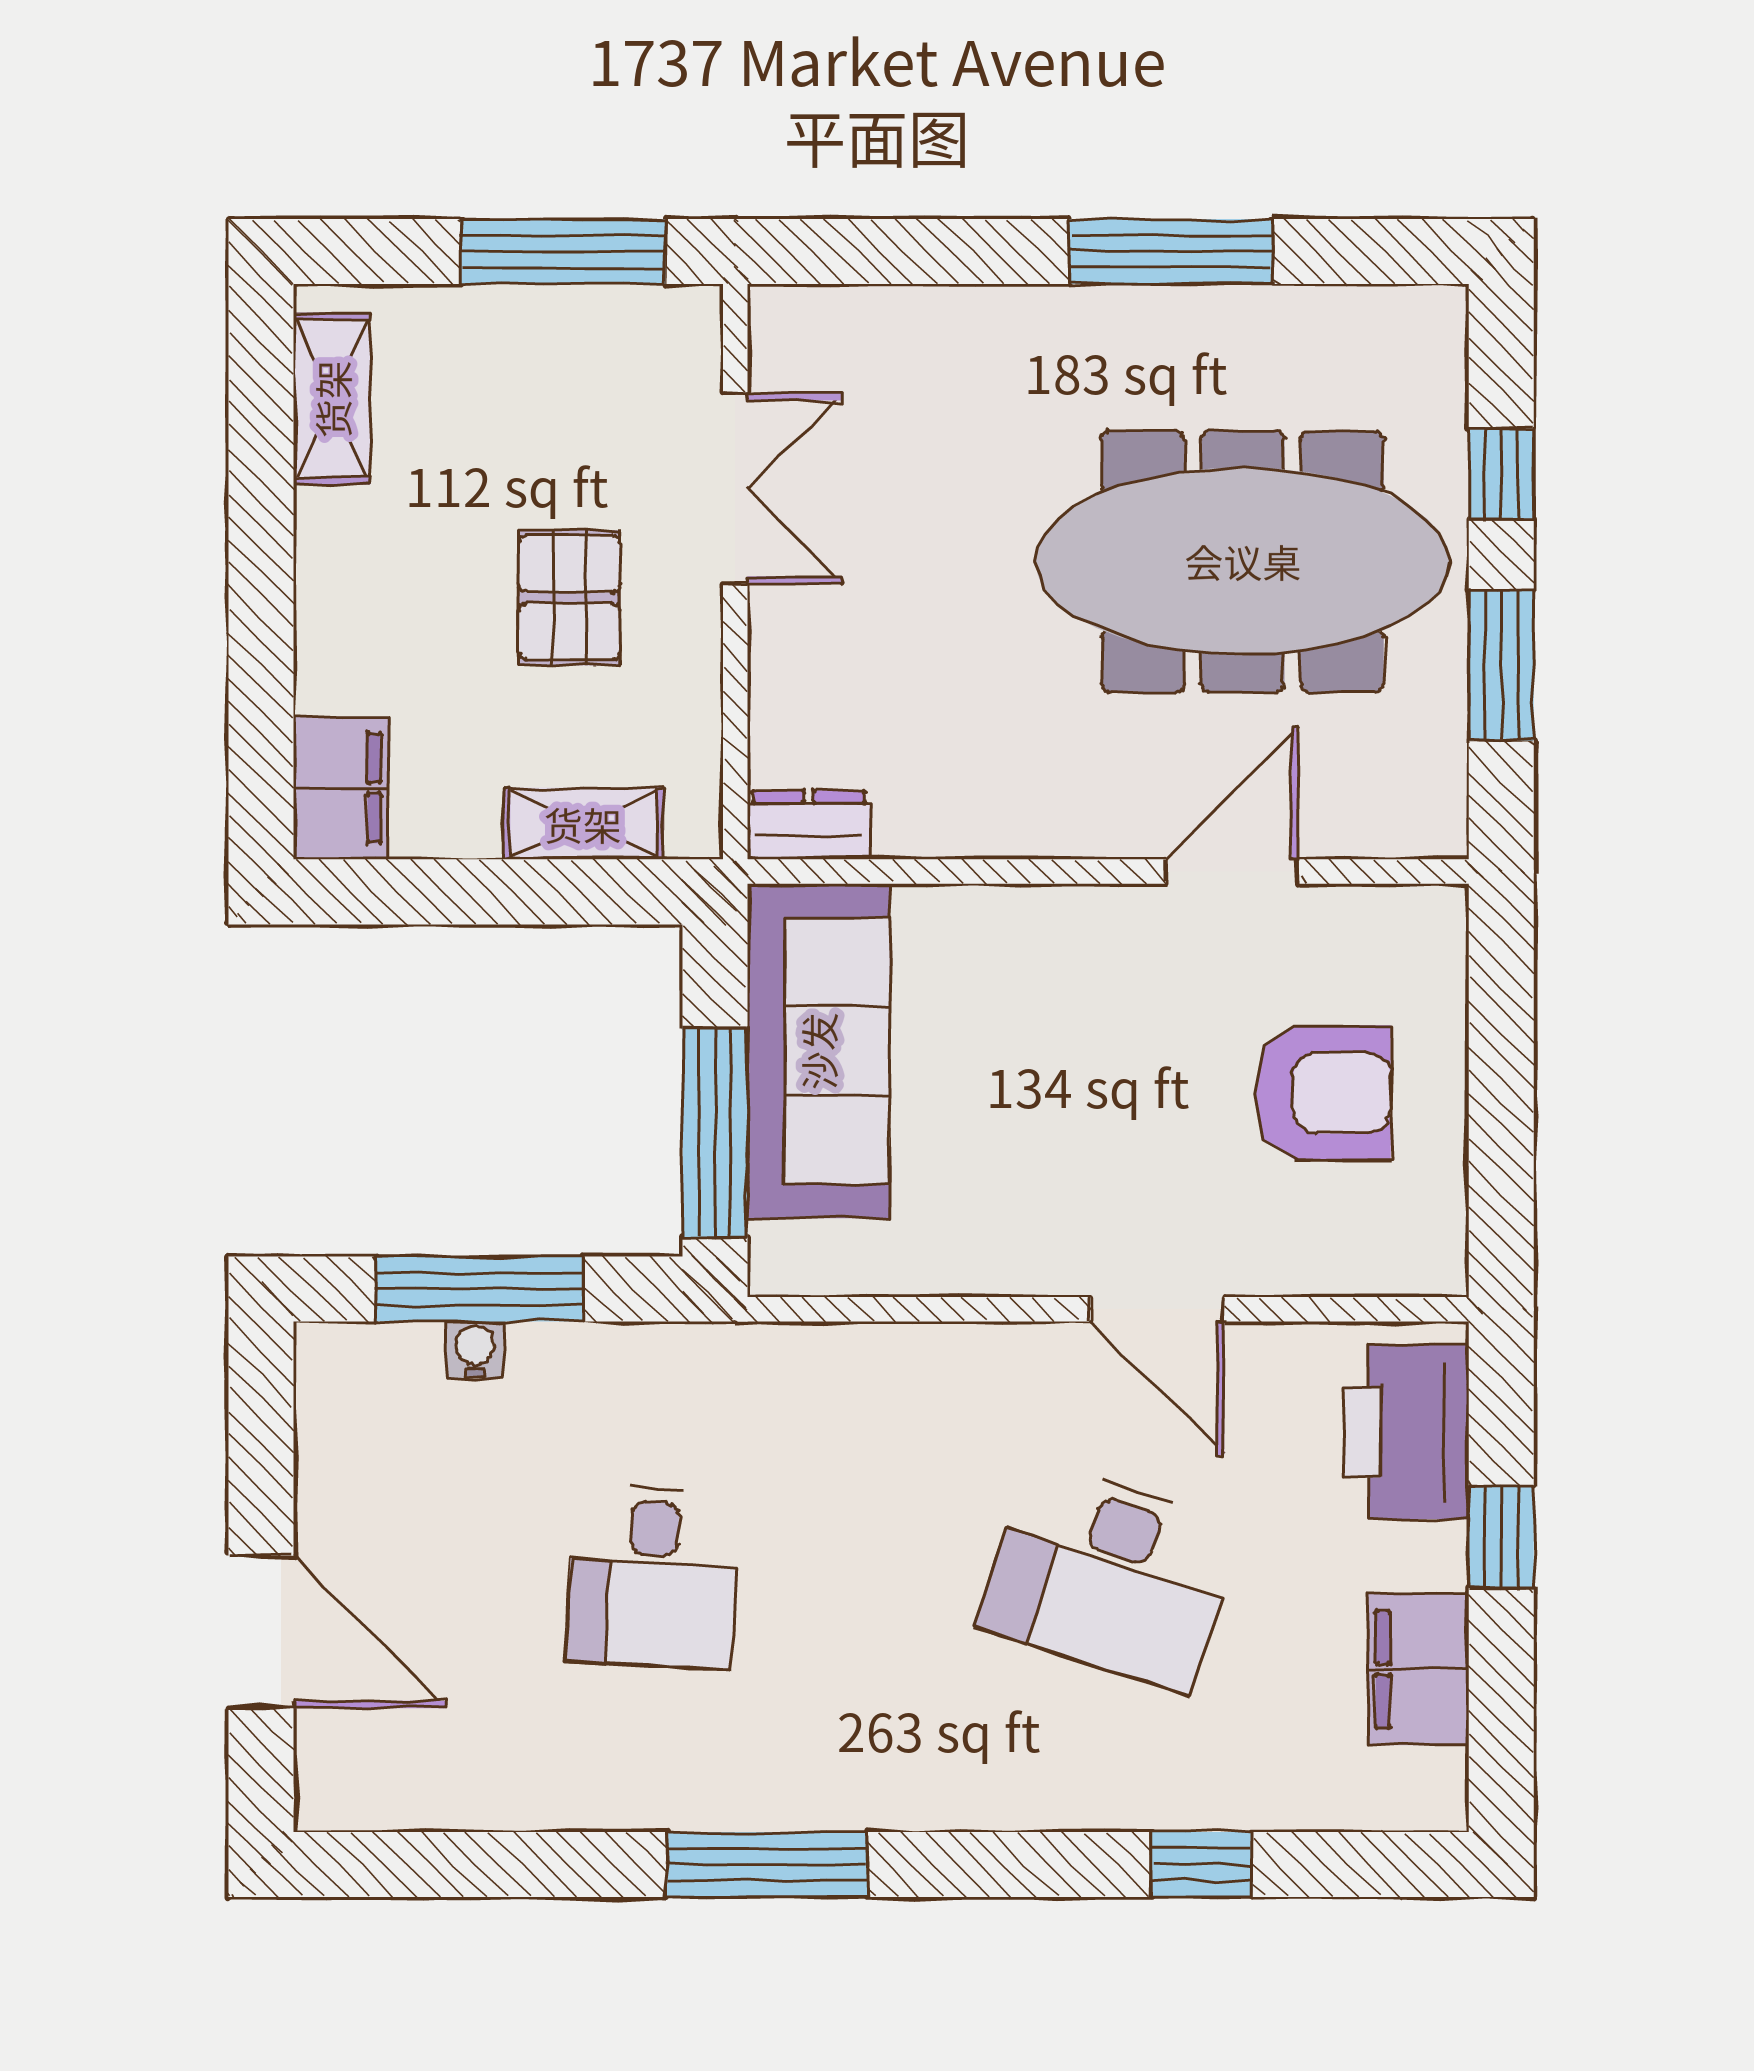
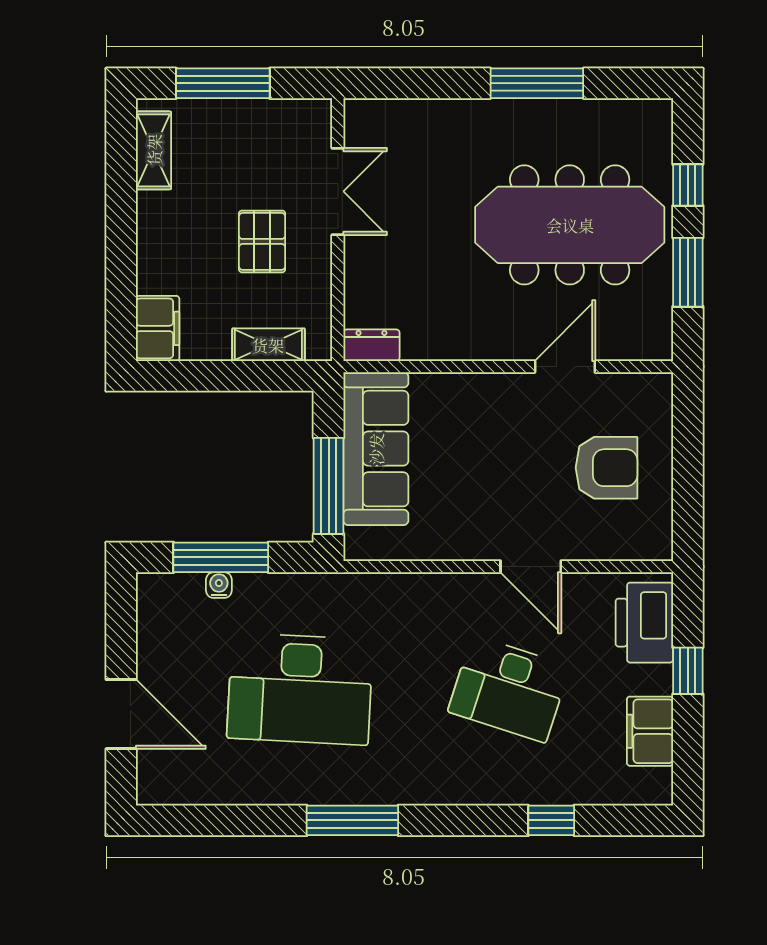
window: (563, 251) -> (223, 83), moved
desk: (652, 1577) -> (300, 689), width x1.87, depth x1.30

